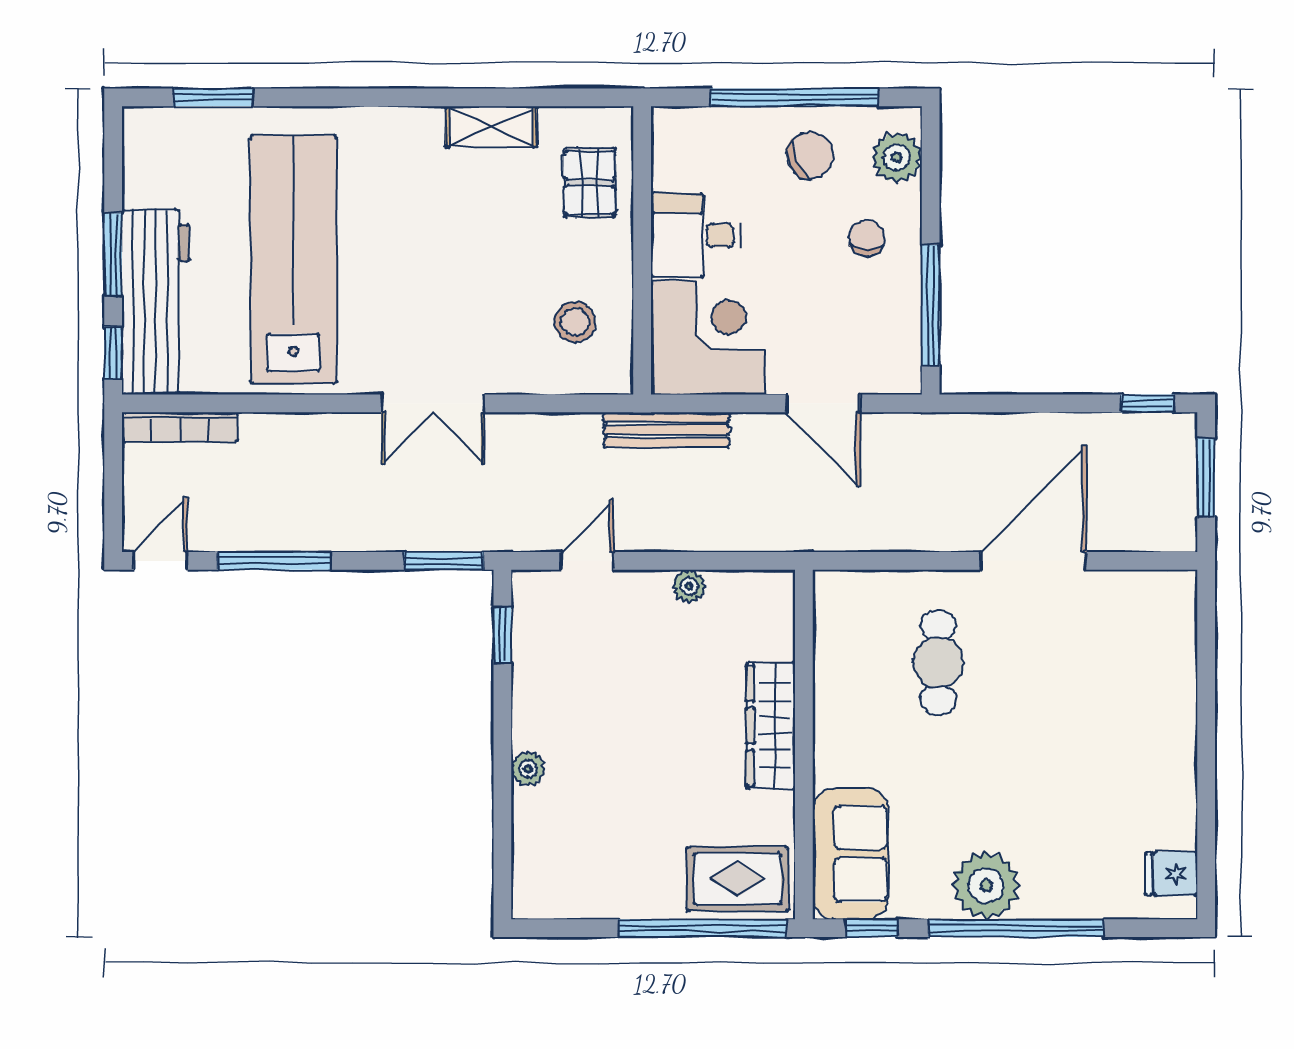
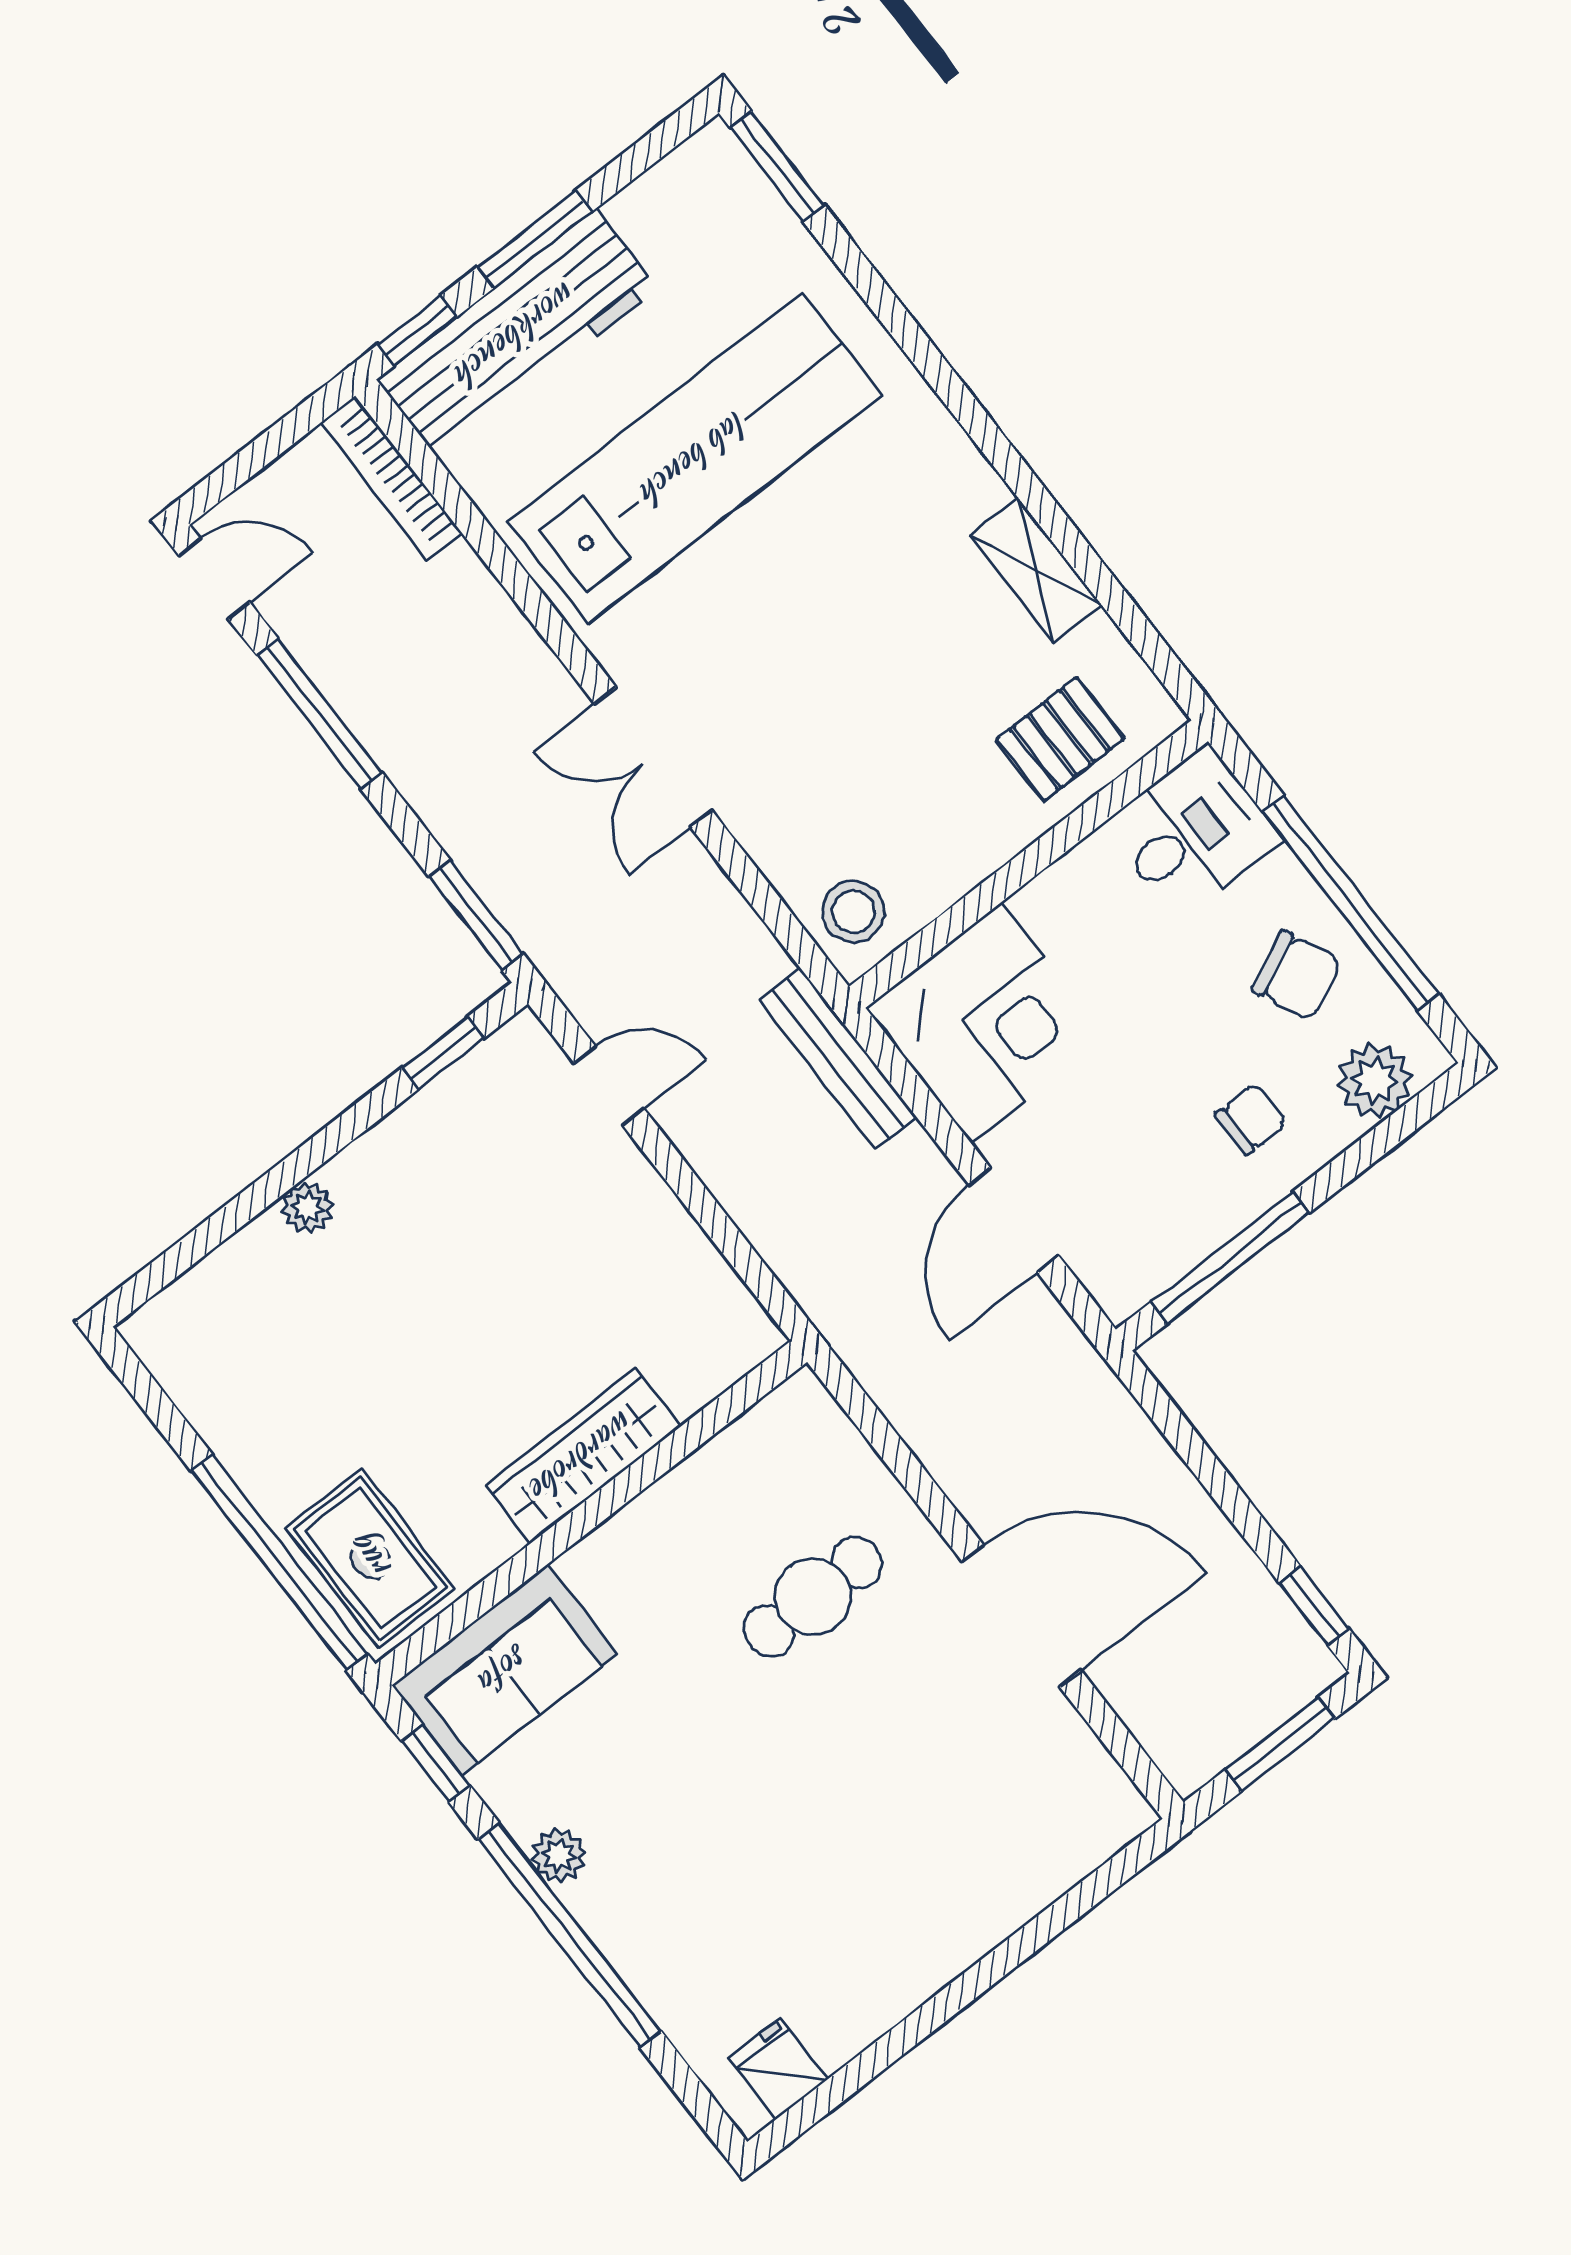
window: (213, 97) -> (777, 166), moved
desk: (696, 235) -> (1193, 832), moved, turned 90
stool: (575, 322) -> (853, 912), moved
plant: (689, 586) -> (673, 1230), removed
plant: (986, 885) -> (559, 1856), width x0.53, depth x0.53

